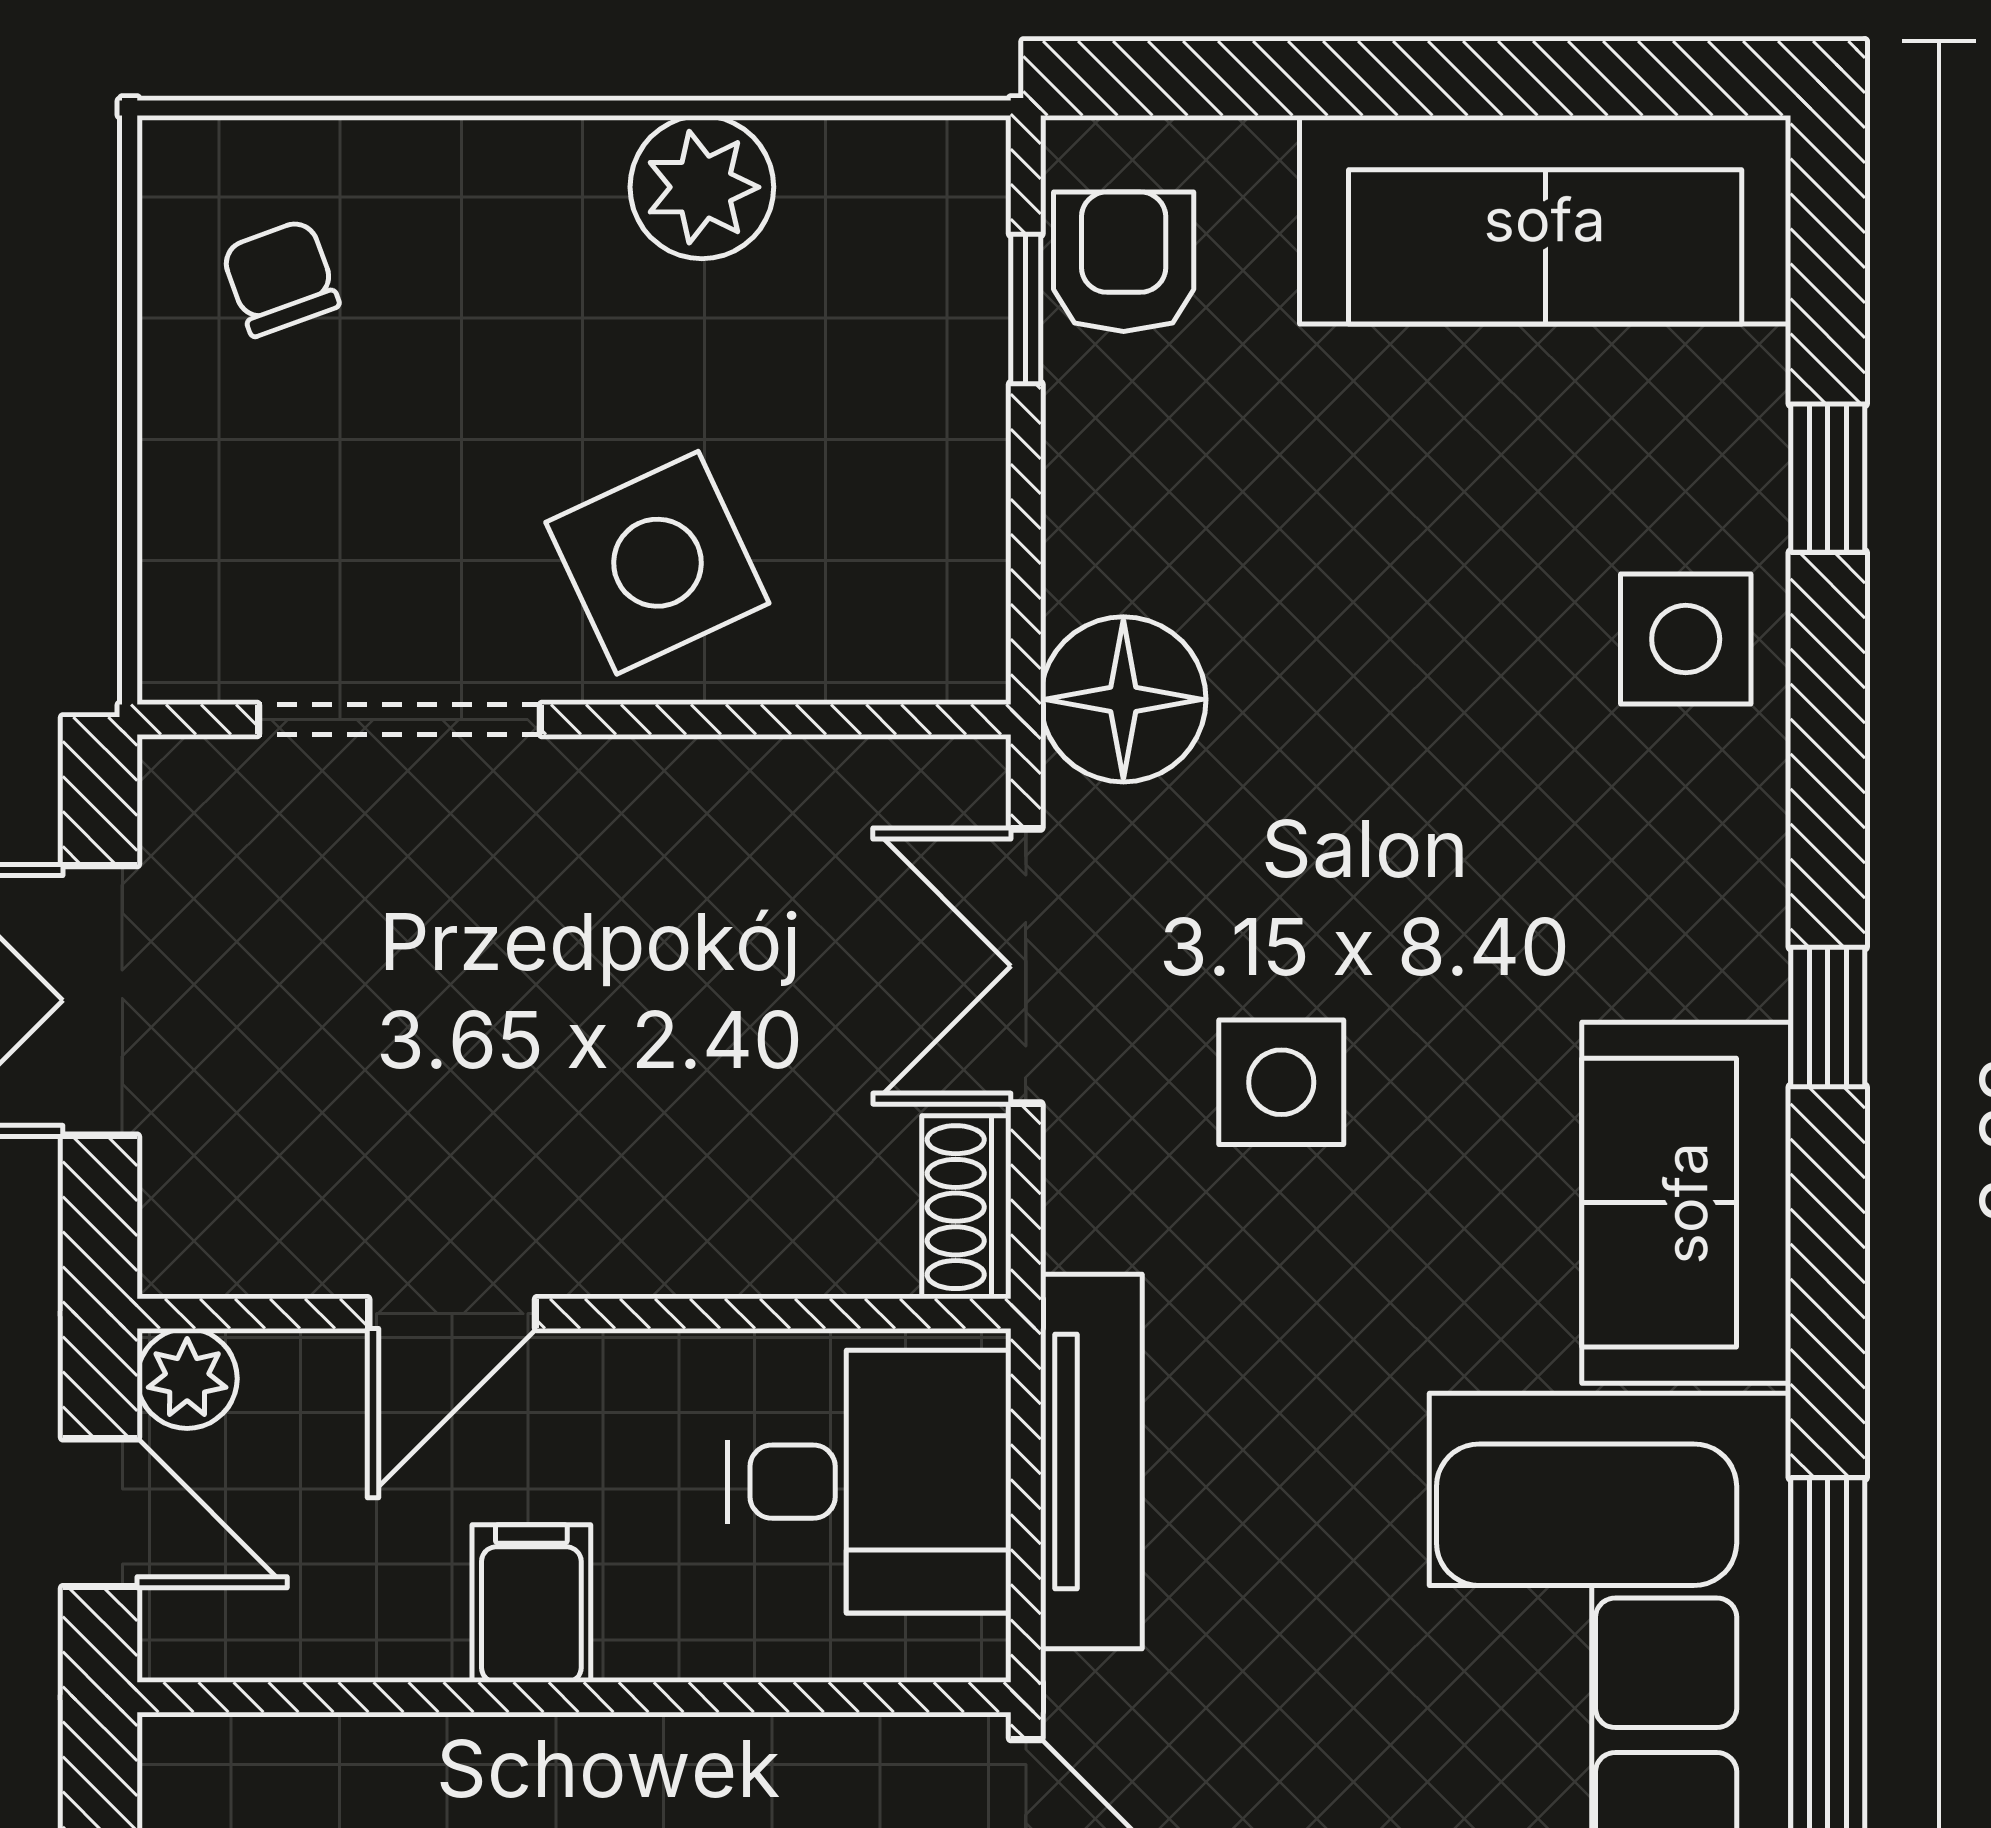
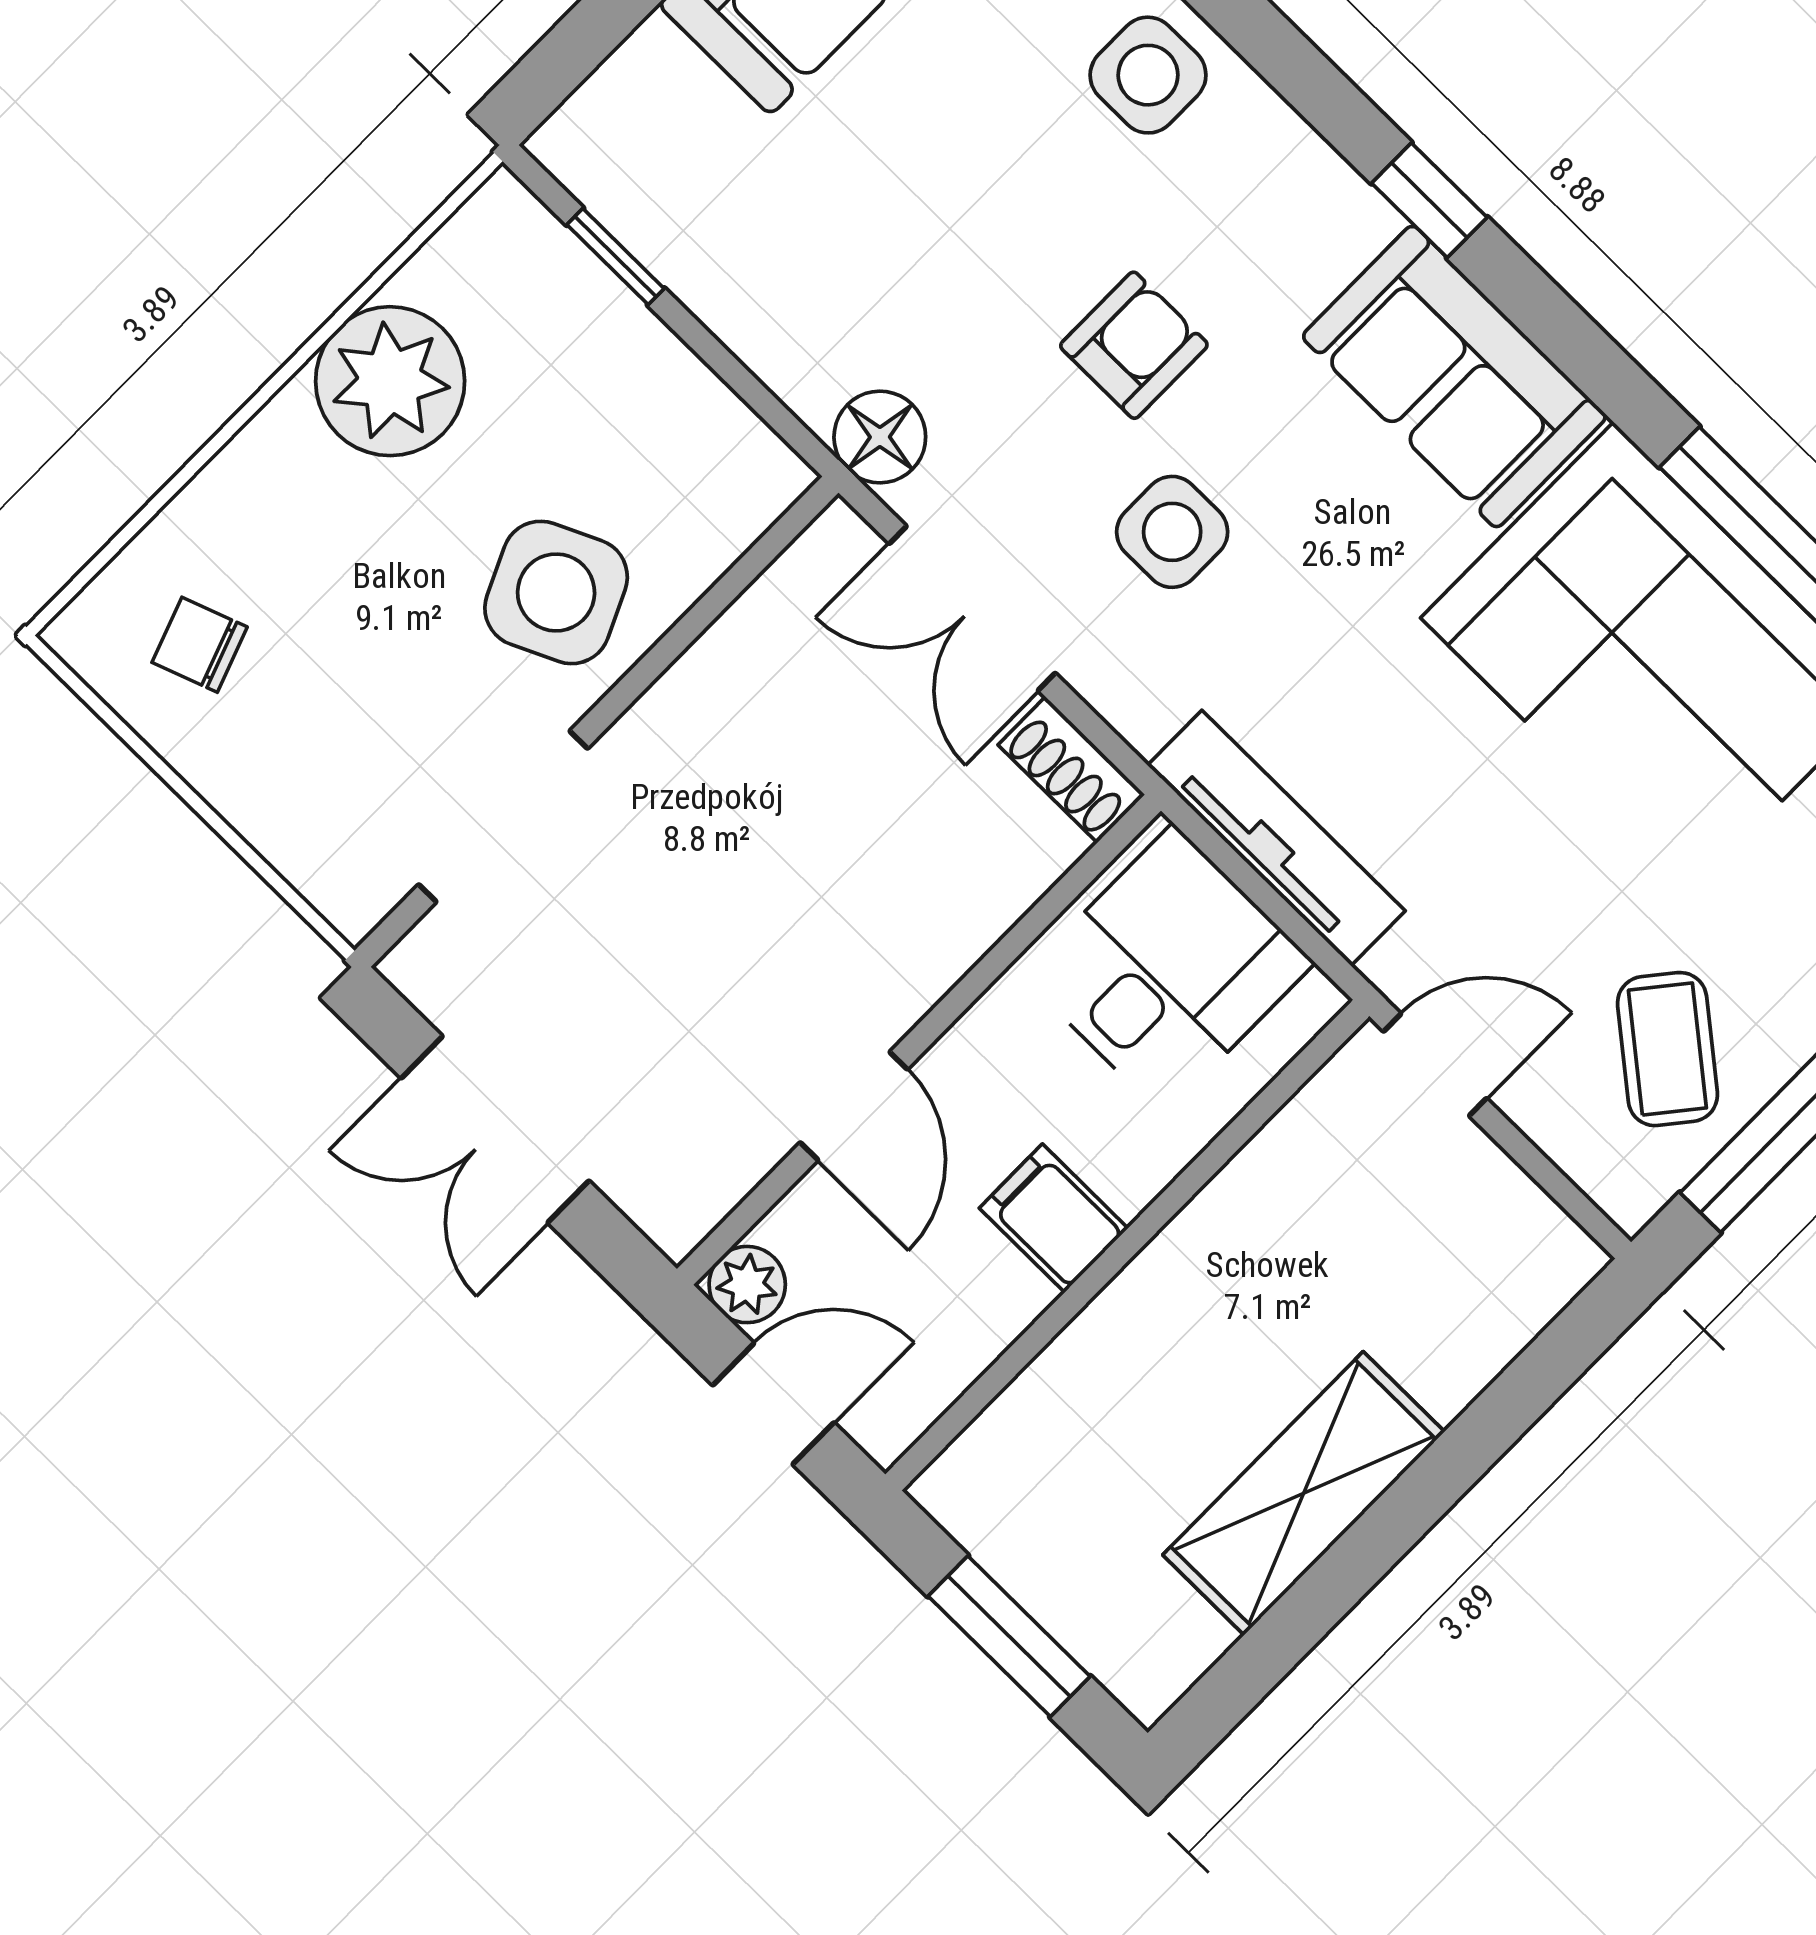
plant: (702, 187) -> (390, 381), width x1.36, depth x1.36
armchair: (1124, 262) -> (1134, 345), moved, turned 90
floor lamp: (1123, 699) -> (880, 437), width x0.73, depth x0.73

